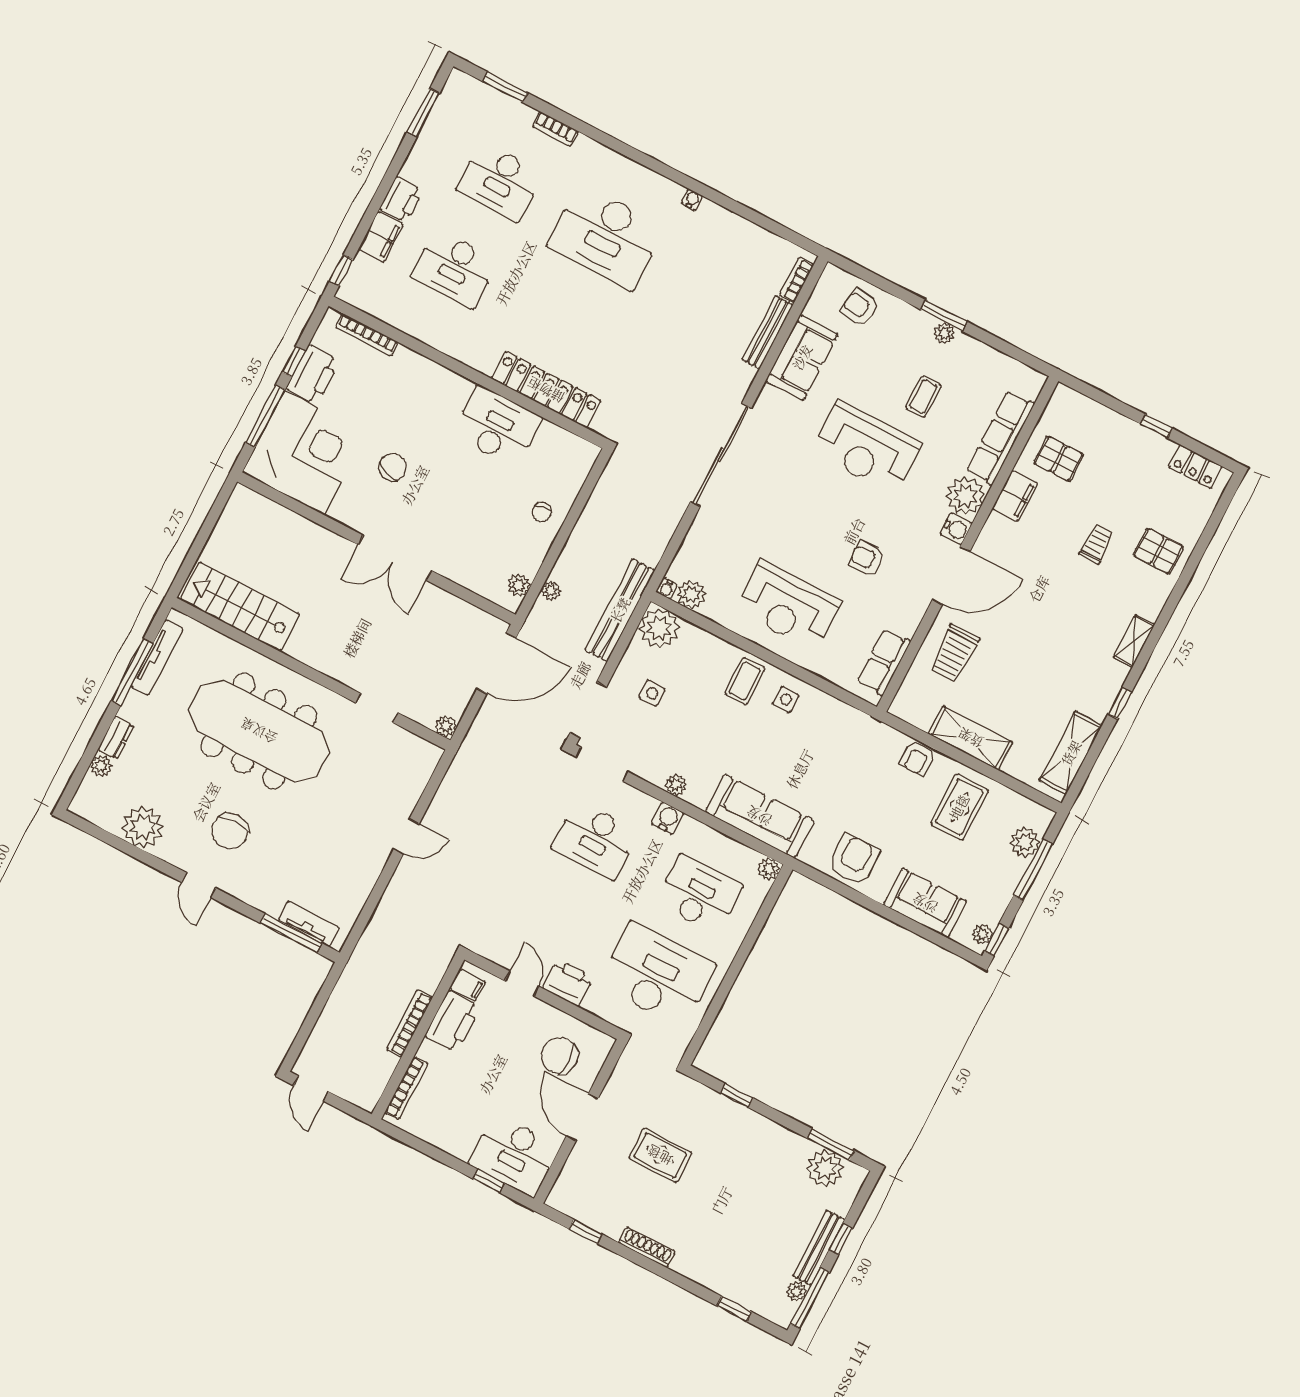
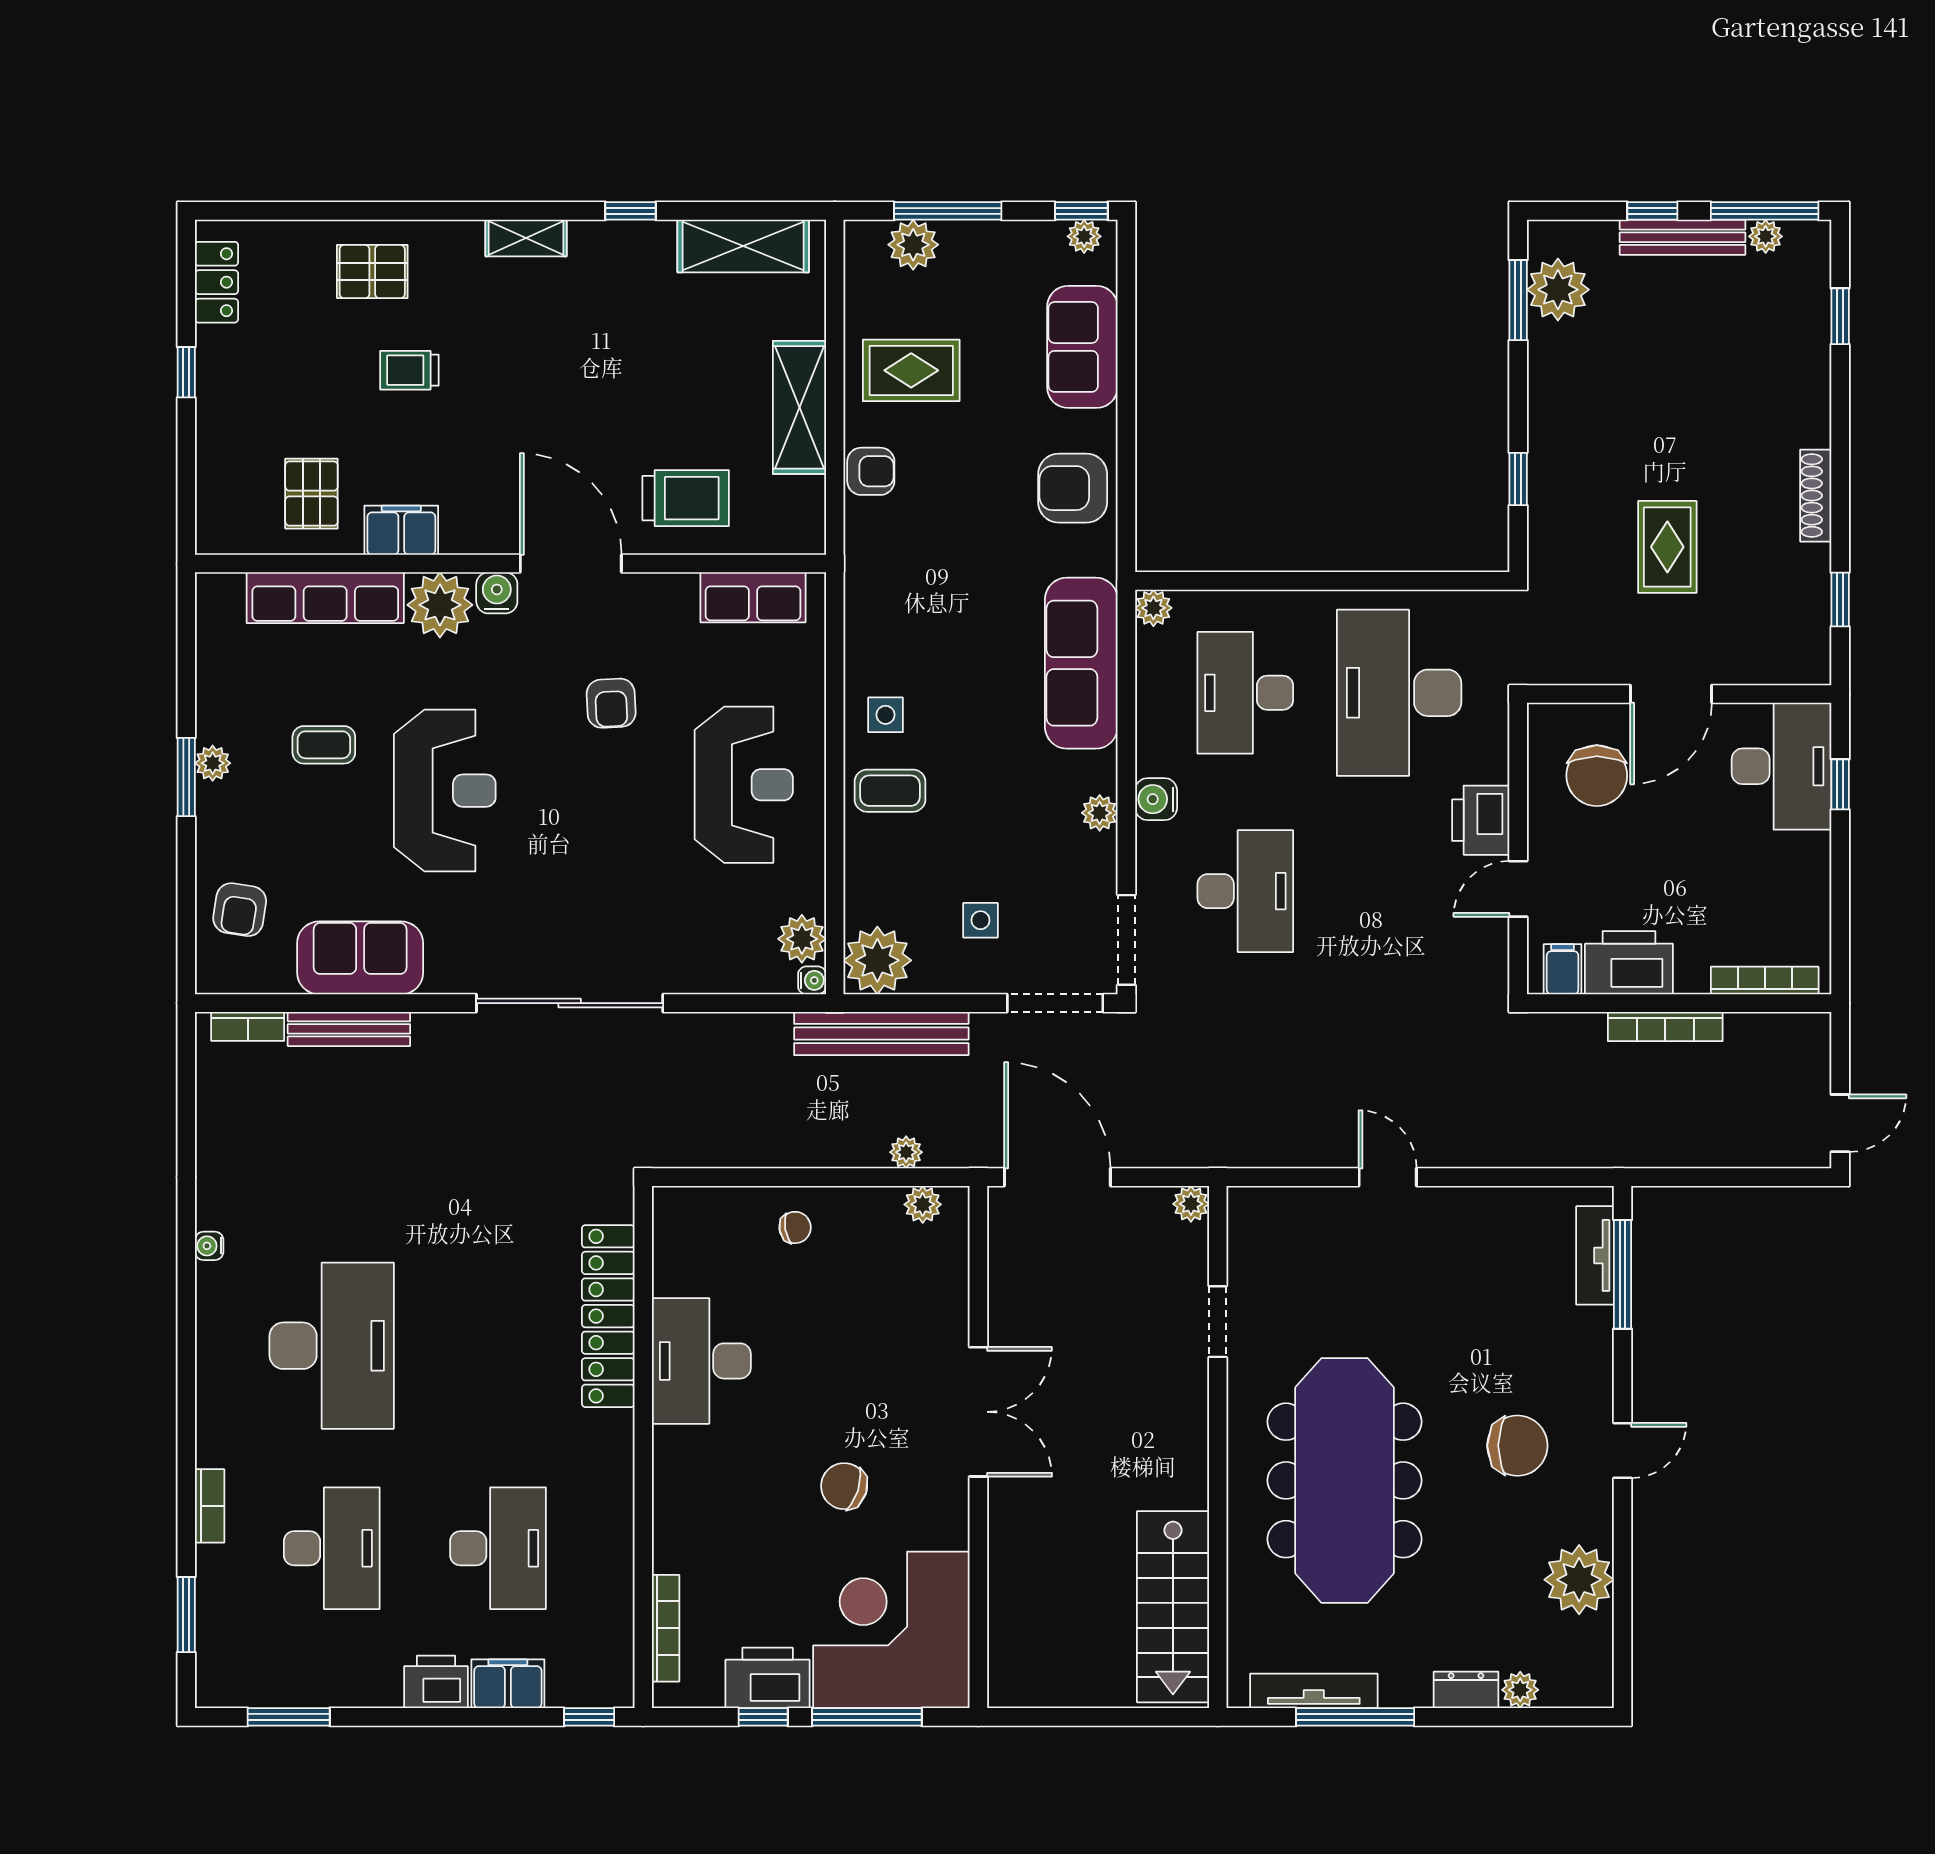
pallet: (1158, 551) -> (372, 272), turned 90

